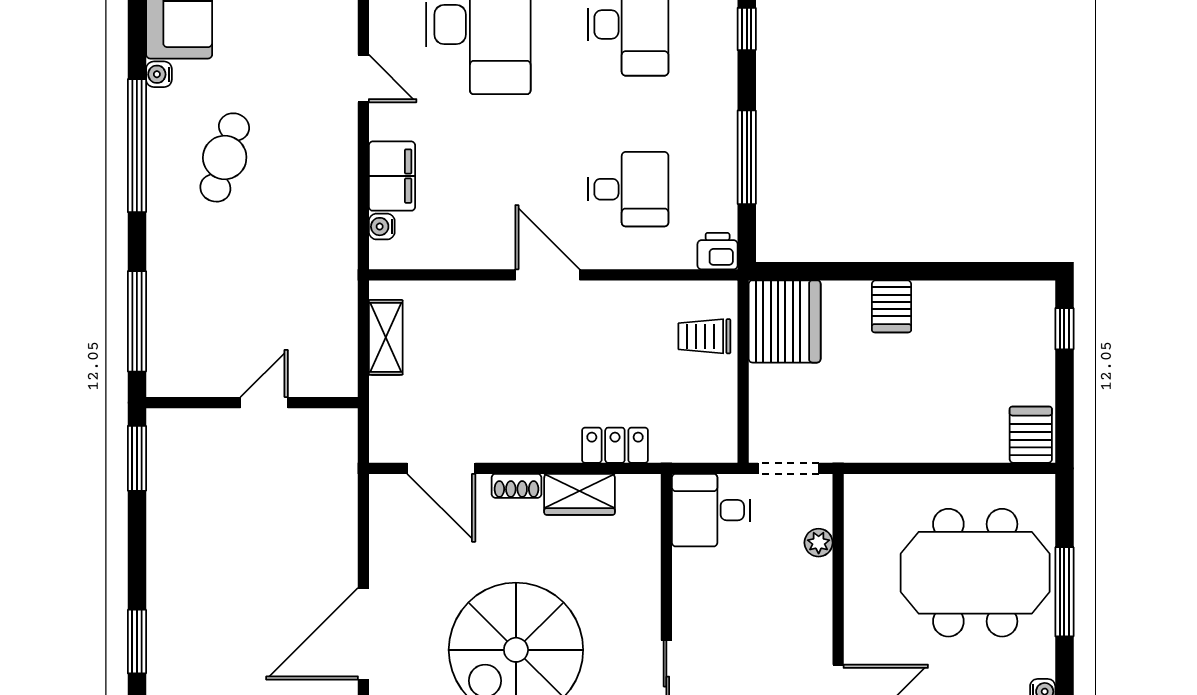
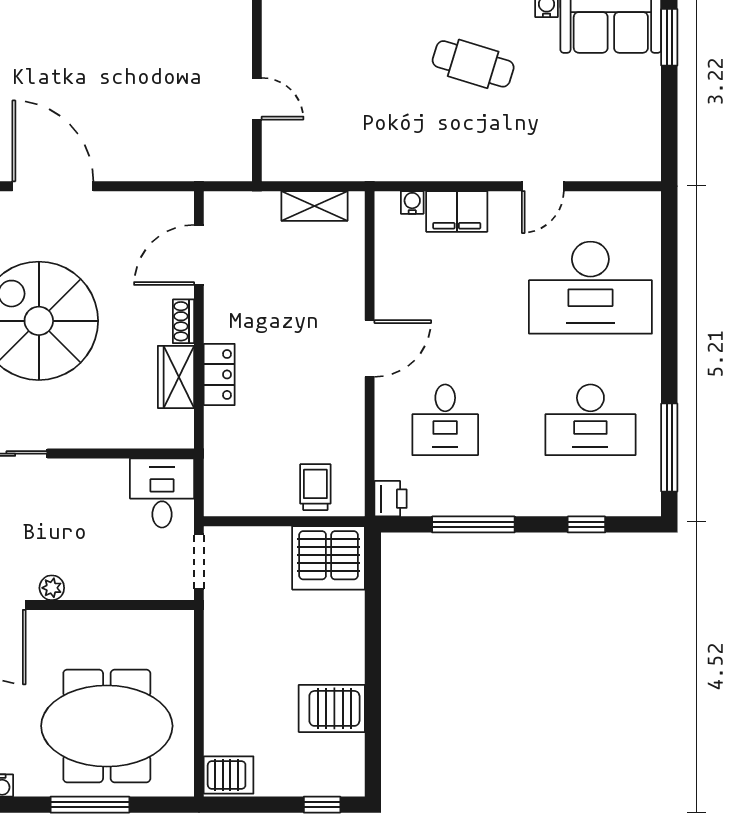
server rack: (892, 306) -> (332, 708), moved, width x1.36, depth x1.44
locker: (615, 445) -> (219, 374), moved
plant: (819, 543) -> (52, 588), moved
meeting table: (975, 573) -> (107, 726), turned 90

